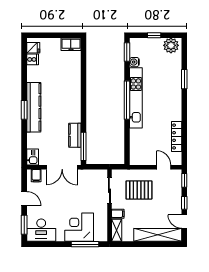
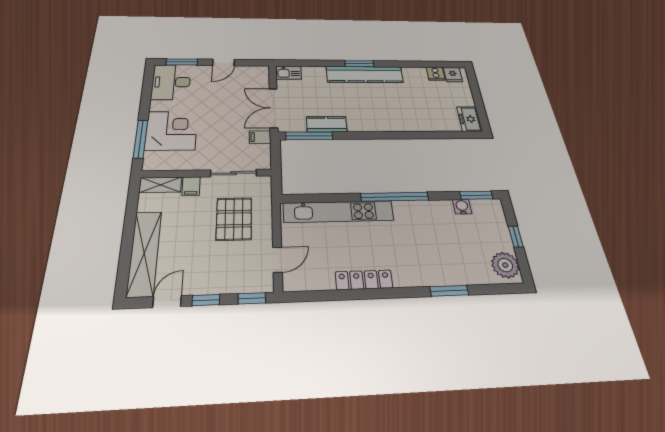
kitchen unit: (136, 98) -> (339, 212), moved
locker: (177, 137) -> (364, 280), moved
filing cabinet: (36, 176) -> (260, 137), moved

